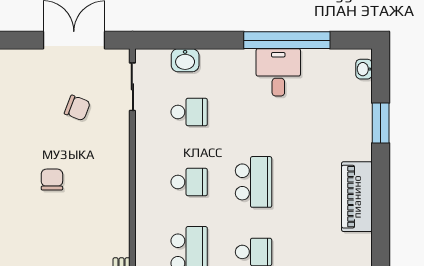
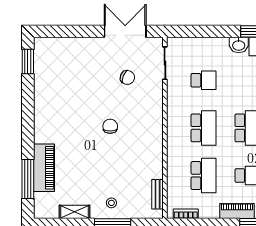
washbasin: (185, 60) -> (239, 45), moved
school desk: (189, 182) -> (204, 128), width x1.85

